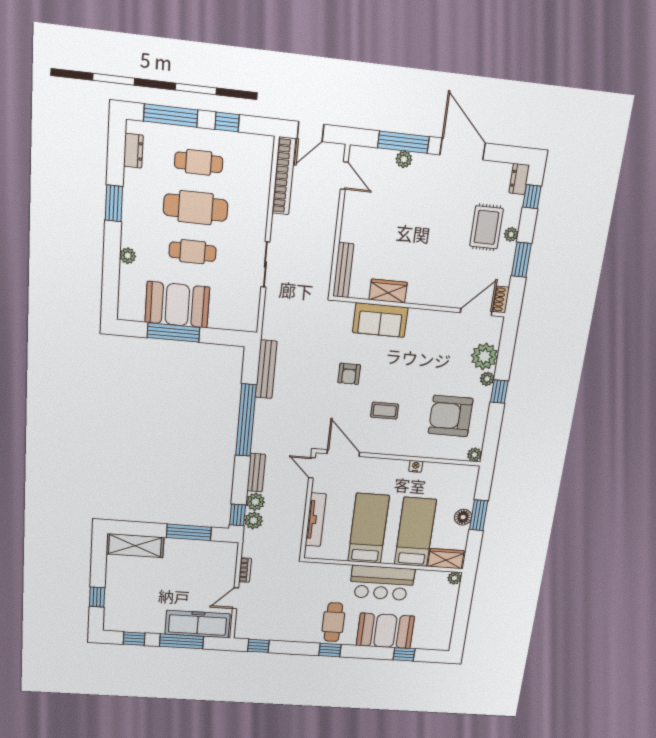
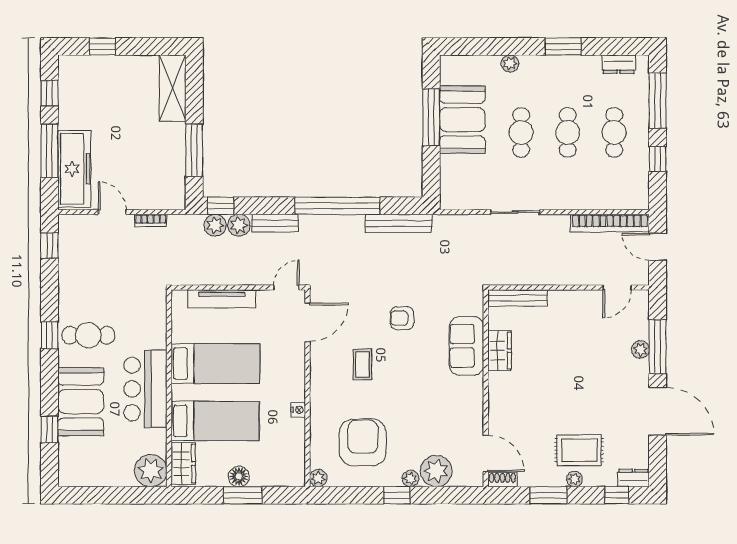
door: (463, 149) -> (658, 411), hinge flipped
cafe table: (196, 208) -> (568, 132), width x0.73, depth x0.74
plant: (454, 578) -> (151, 471), width x1.88, depth x1.88

